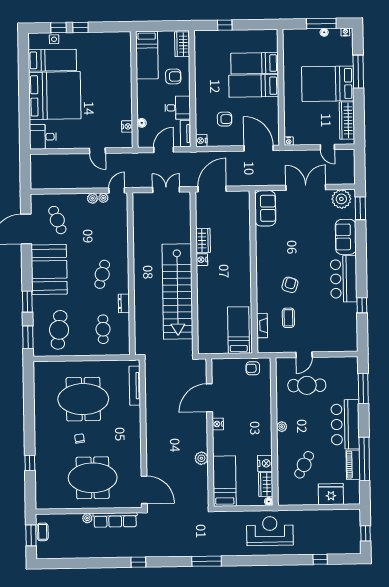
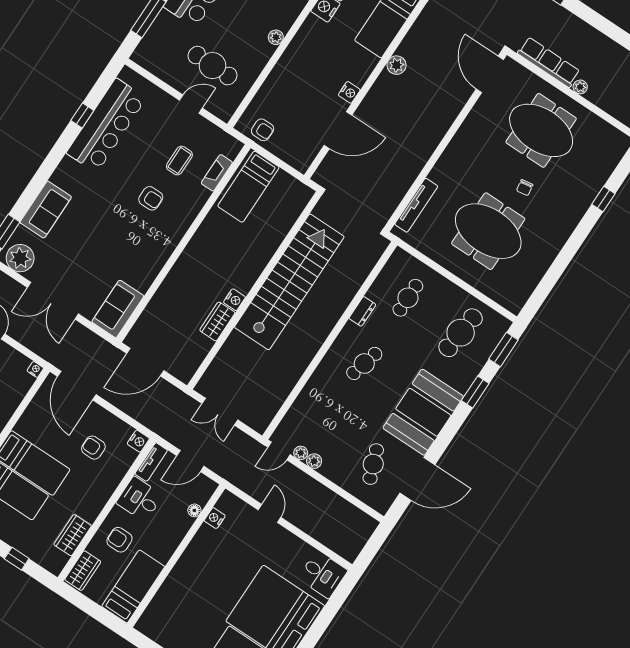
wardrobe: (202, 61) -> (73, 535), added
door: (212, 189) -> (145, 362), moved
bar counter: (344, 279) -> (106, 125), moved, width x1.36
armchair: (290, 285) -> (151, 198), turned -108

